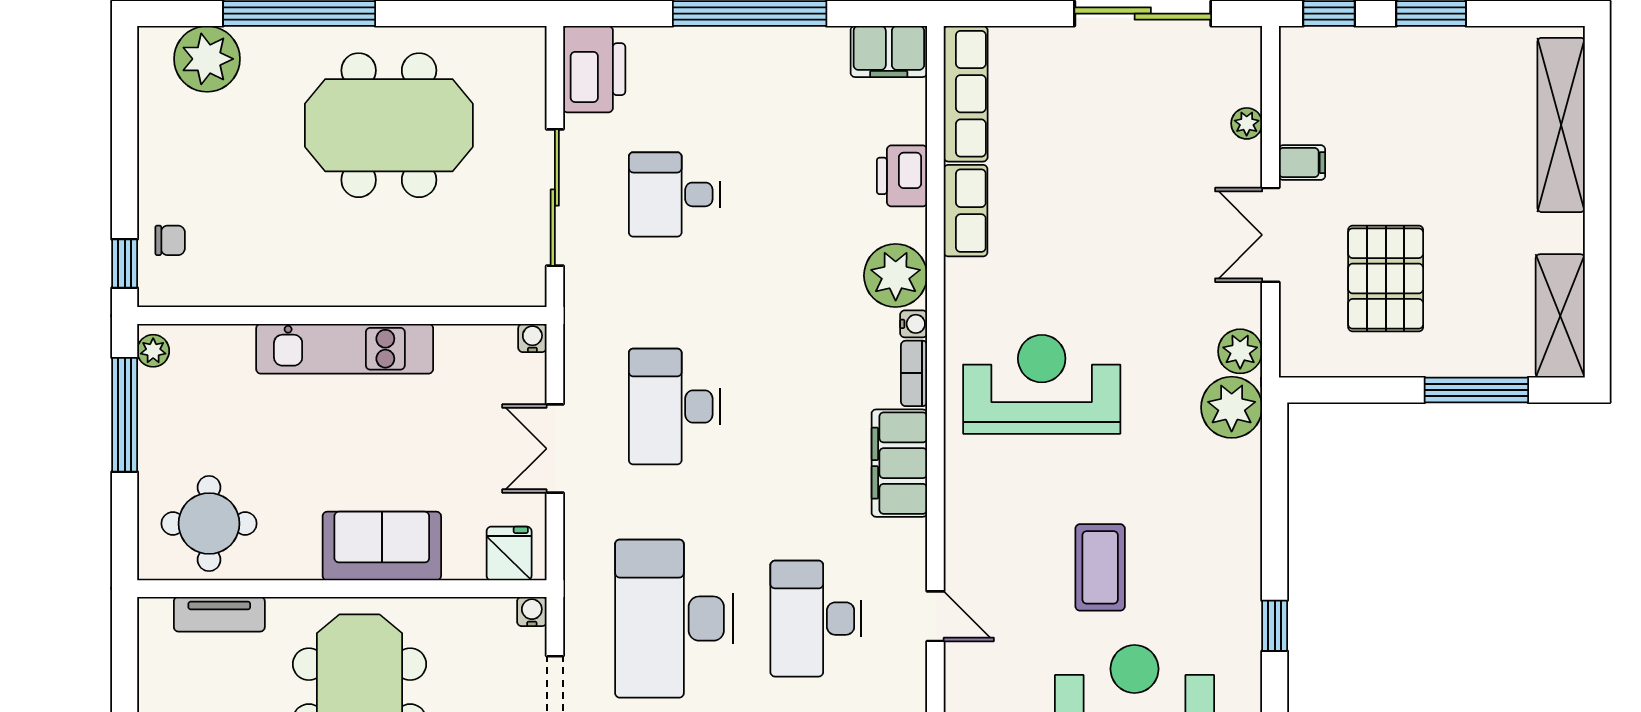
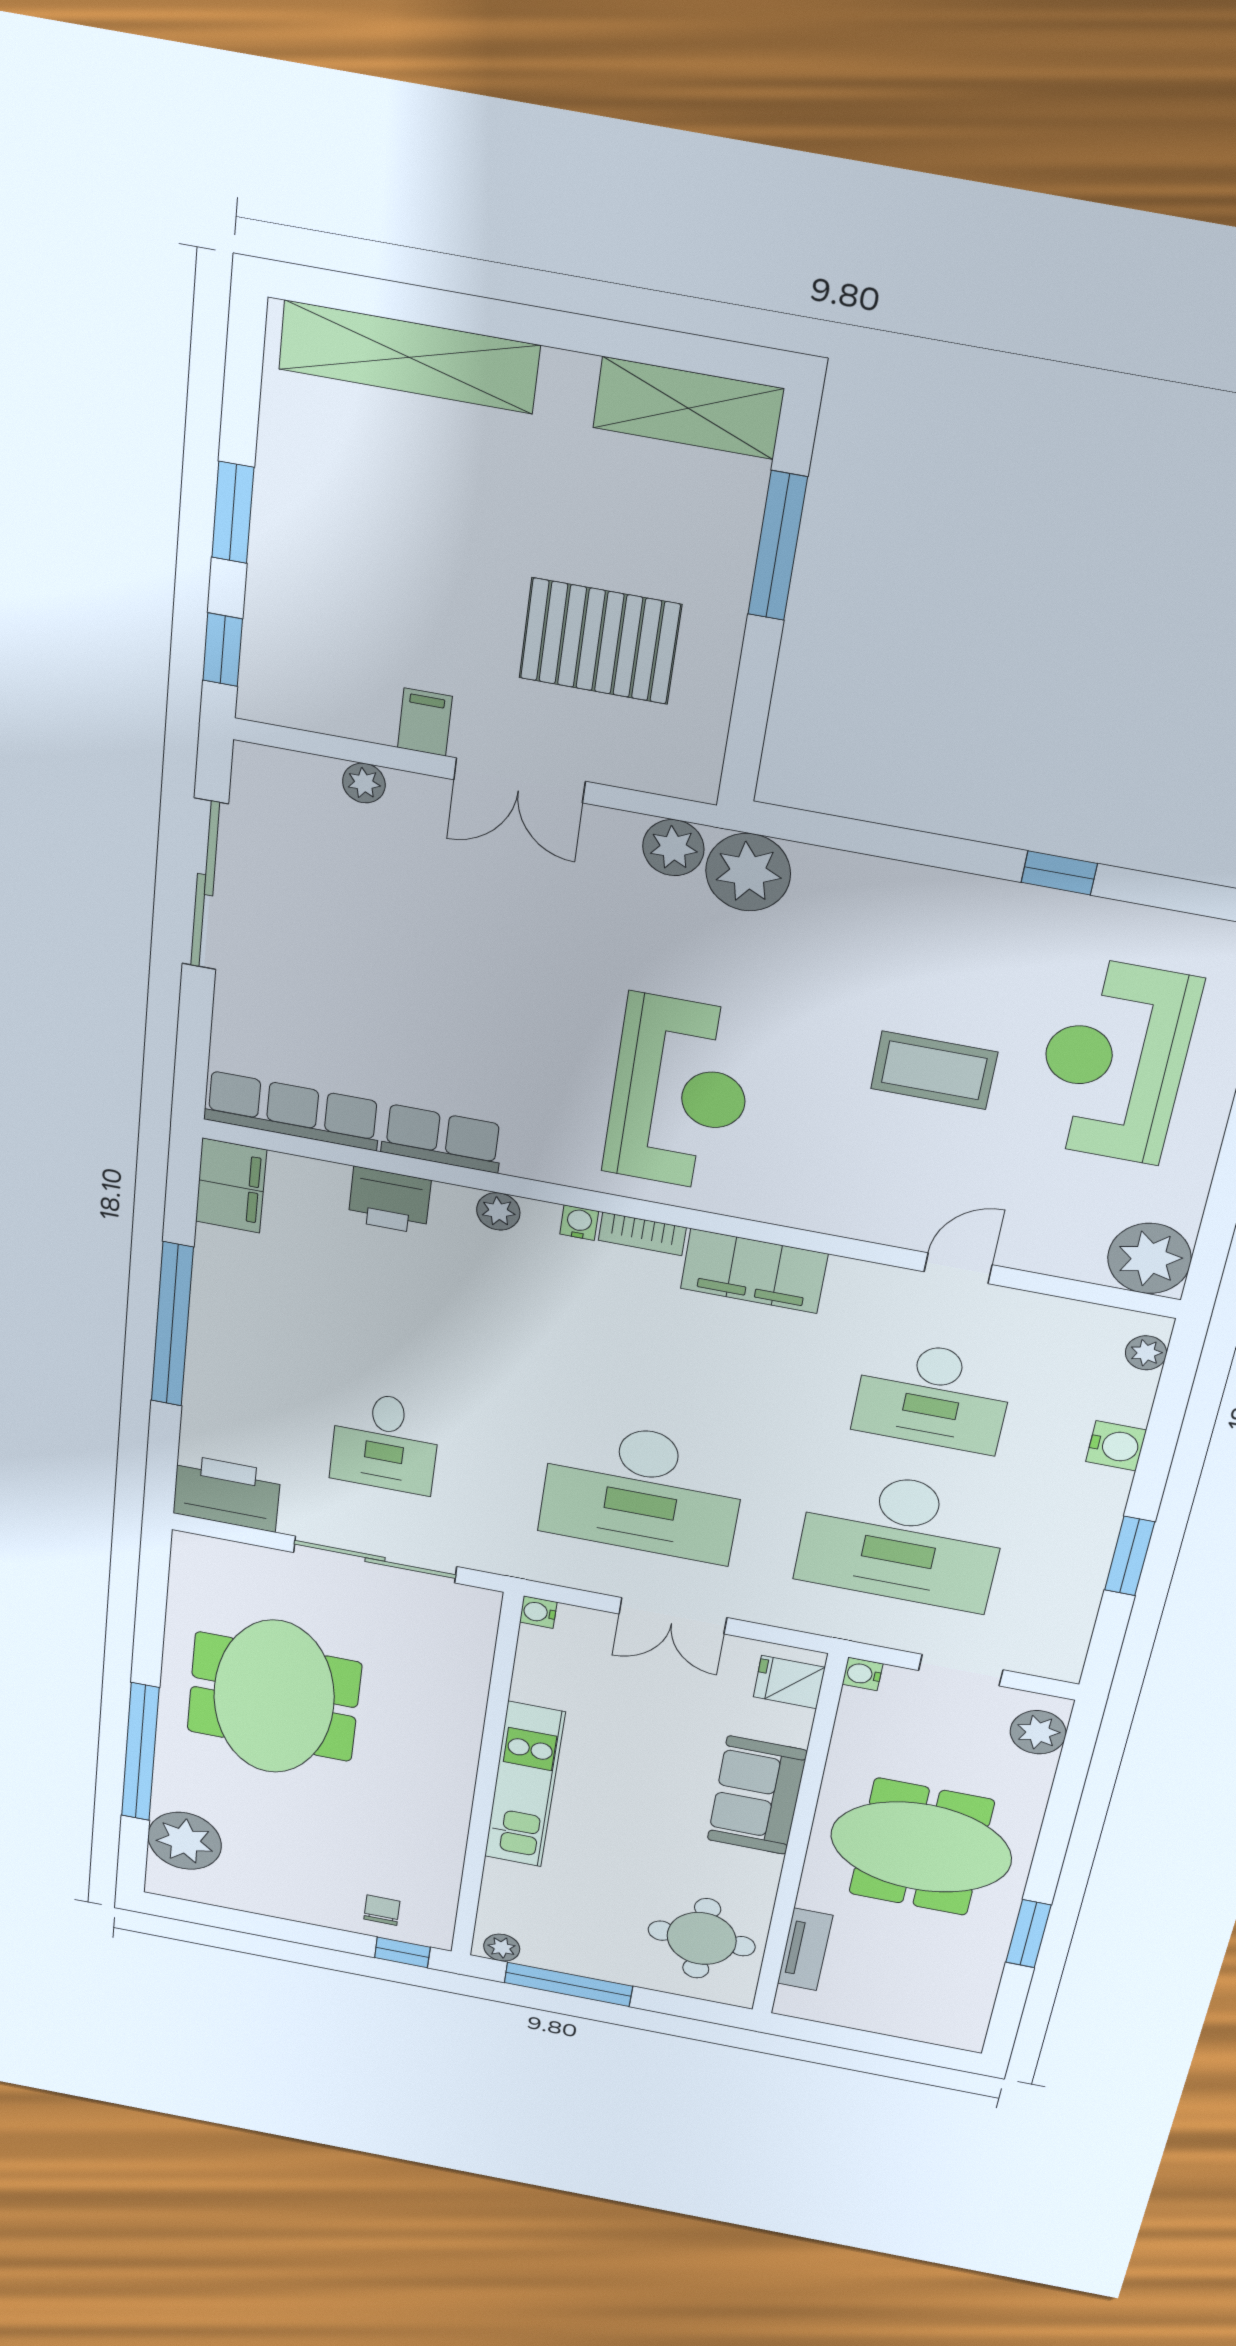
plant: (896, 276) -> (498, 1211), width x0.53, depth x0.53
reception desk: (1042, 384) -> (680, 1094), turned 180
desk: (674, 407) -> (642, 1491), width x1.36, depth x1.30

